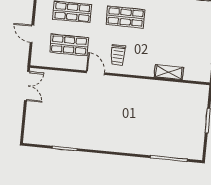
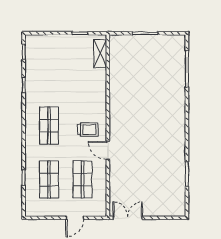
shelving: (169, 72) -> (100, 54), moved
door: (95, 73) -> (108, 150), hinge flipped

